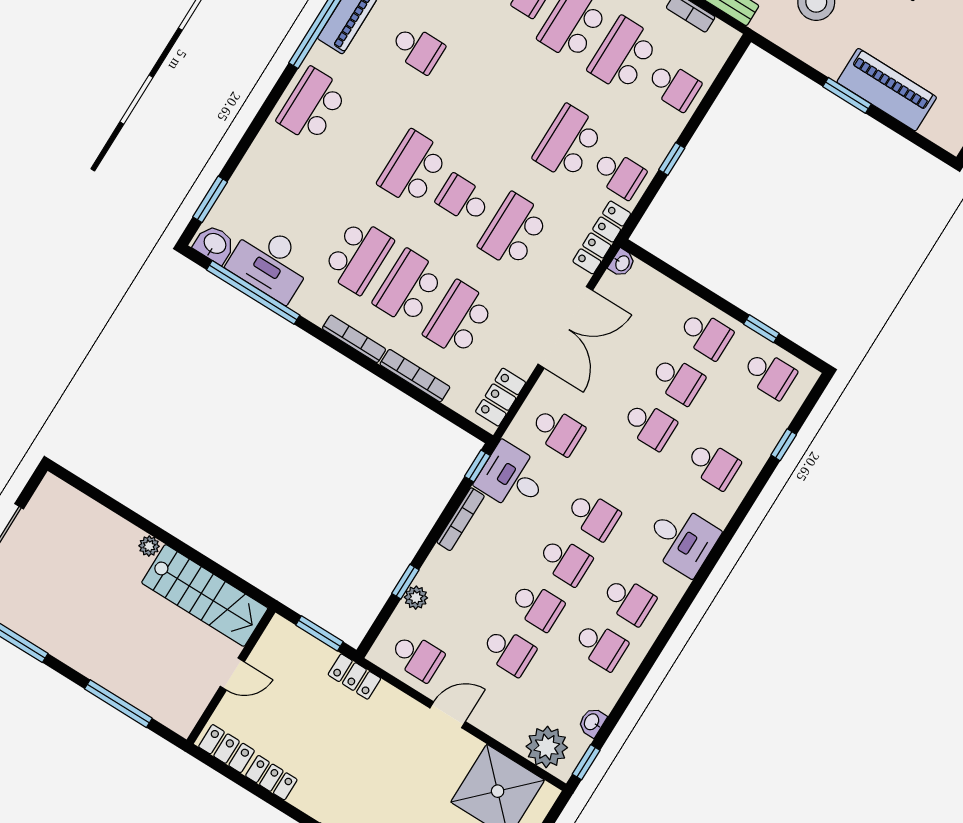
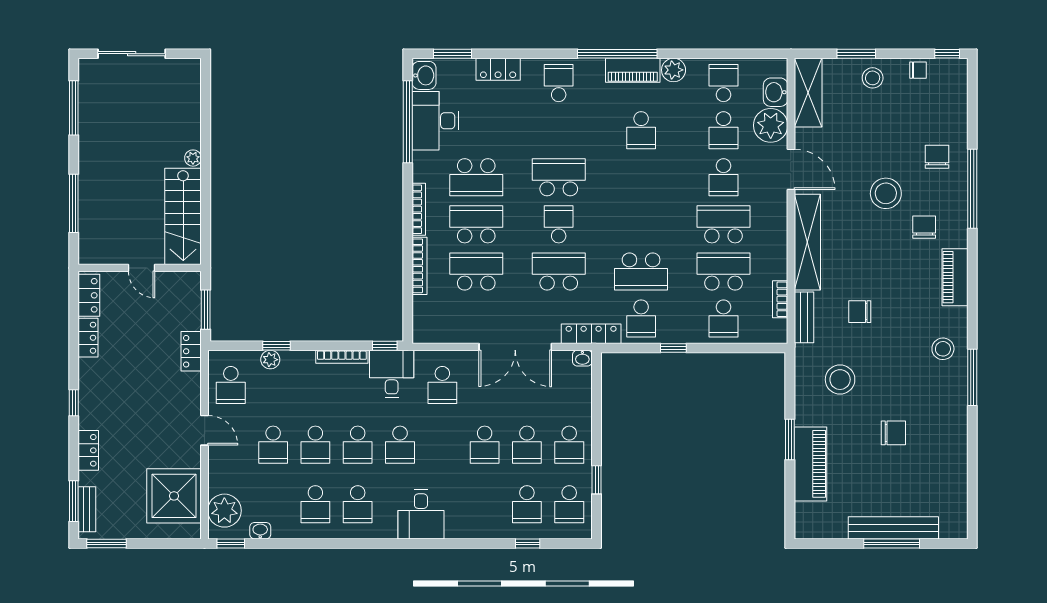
school desk: (312, 105) -> (559, 83), width x0.54
school desk: (568, 143) -> (641, 271), turned 180
locker: (501, 397) -> (498, 69), moved, turned 180
school desk: (713, 465) -> (527, 504), moved

